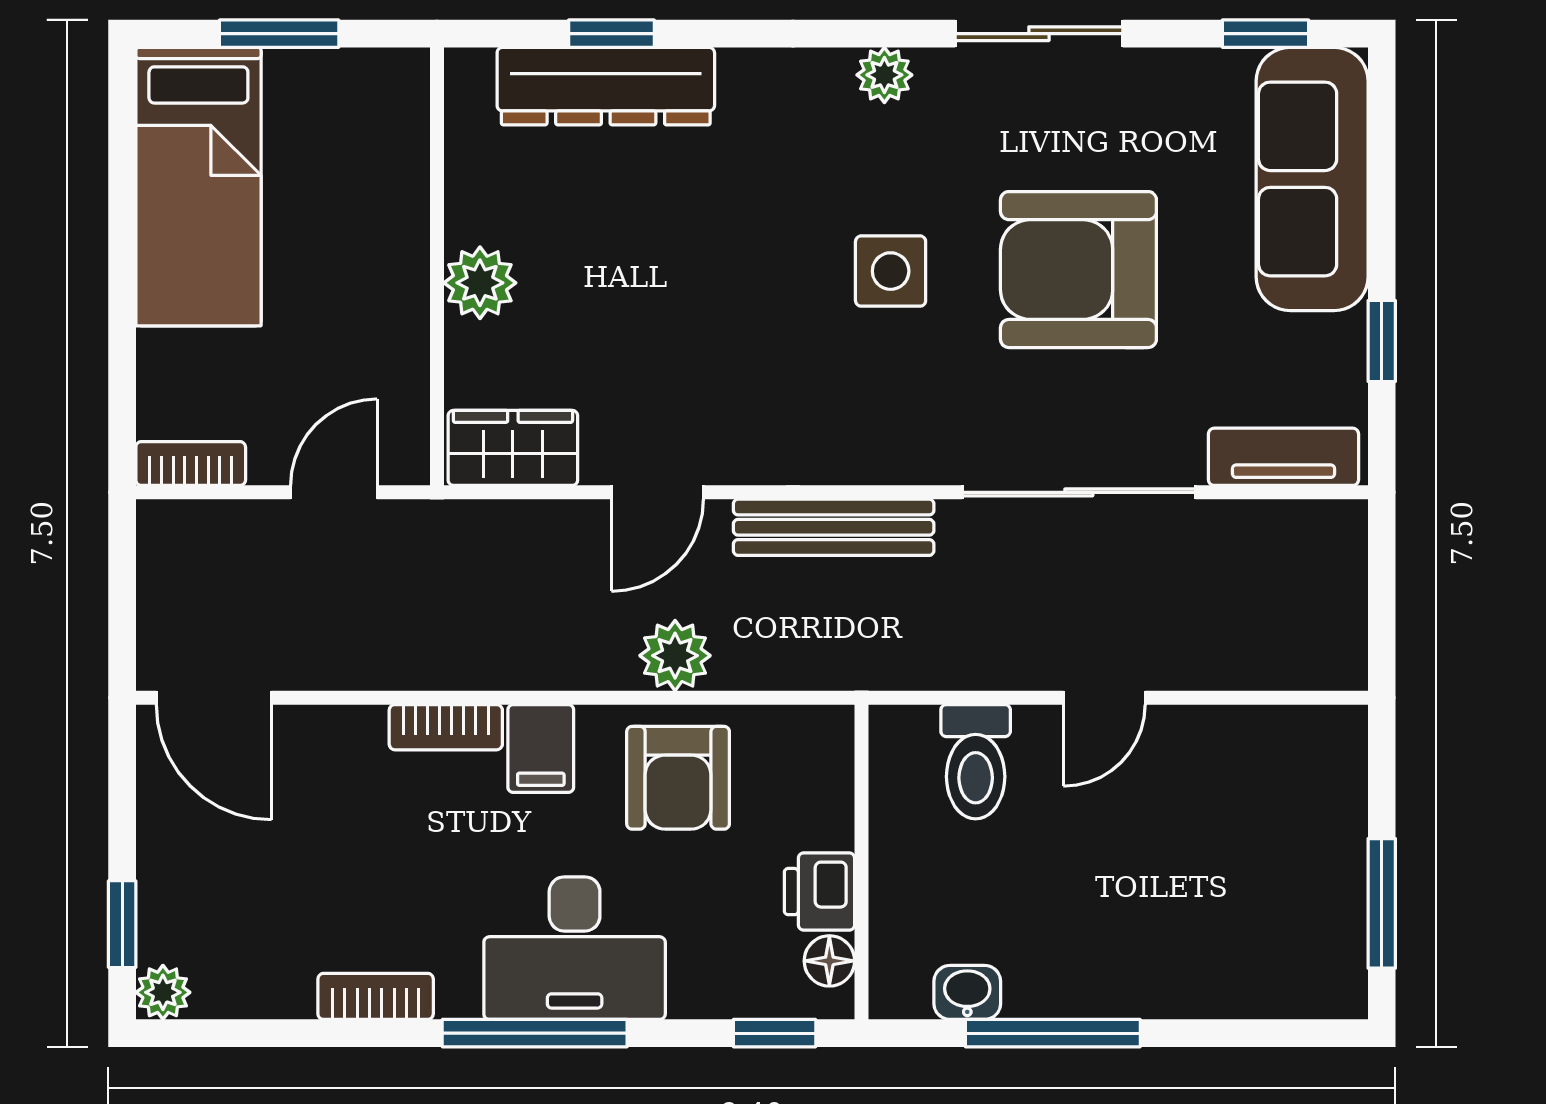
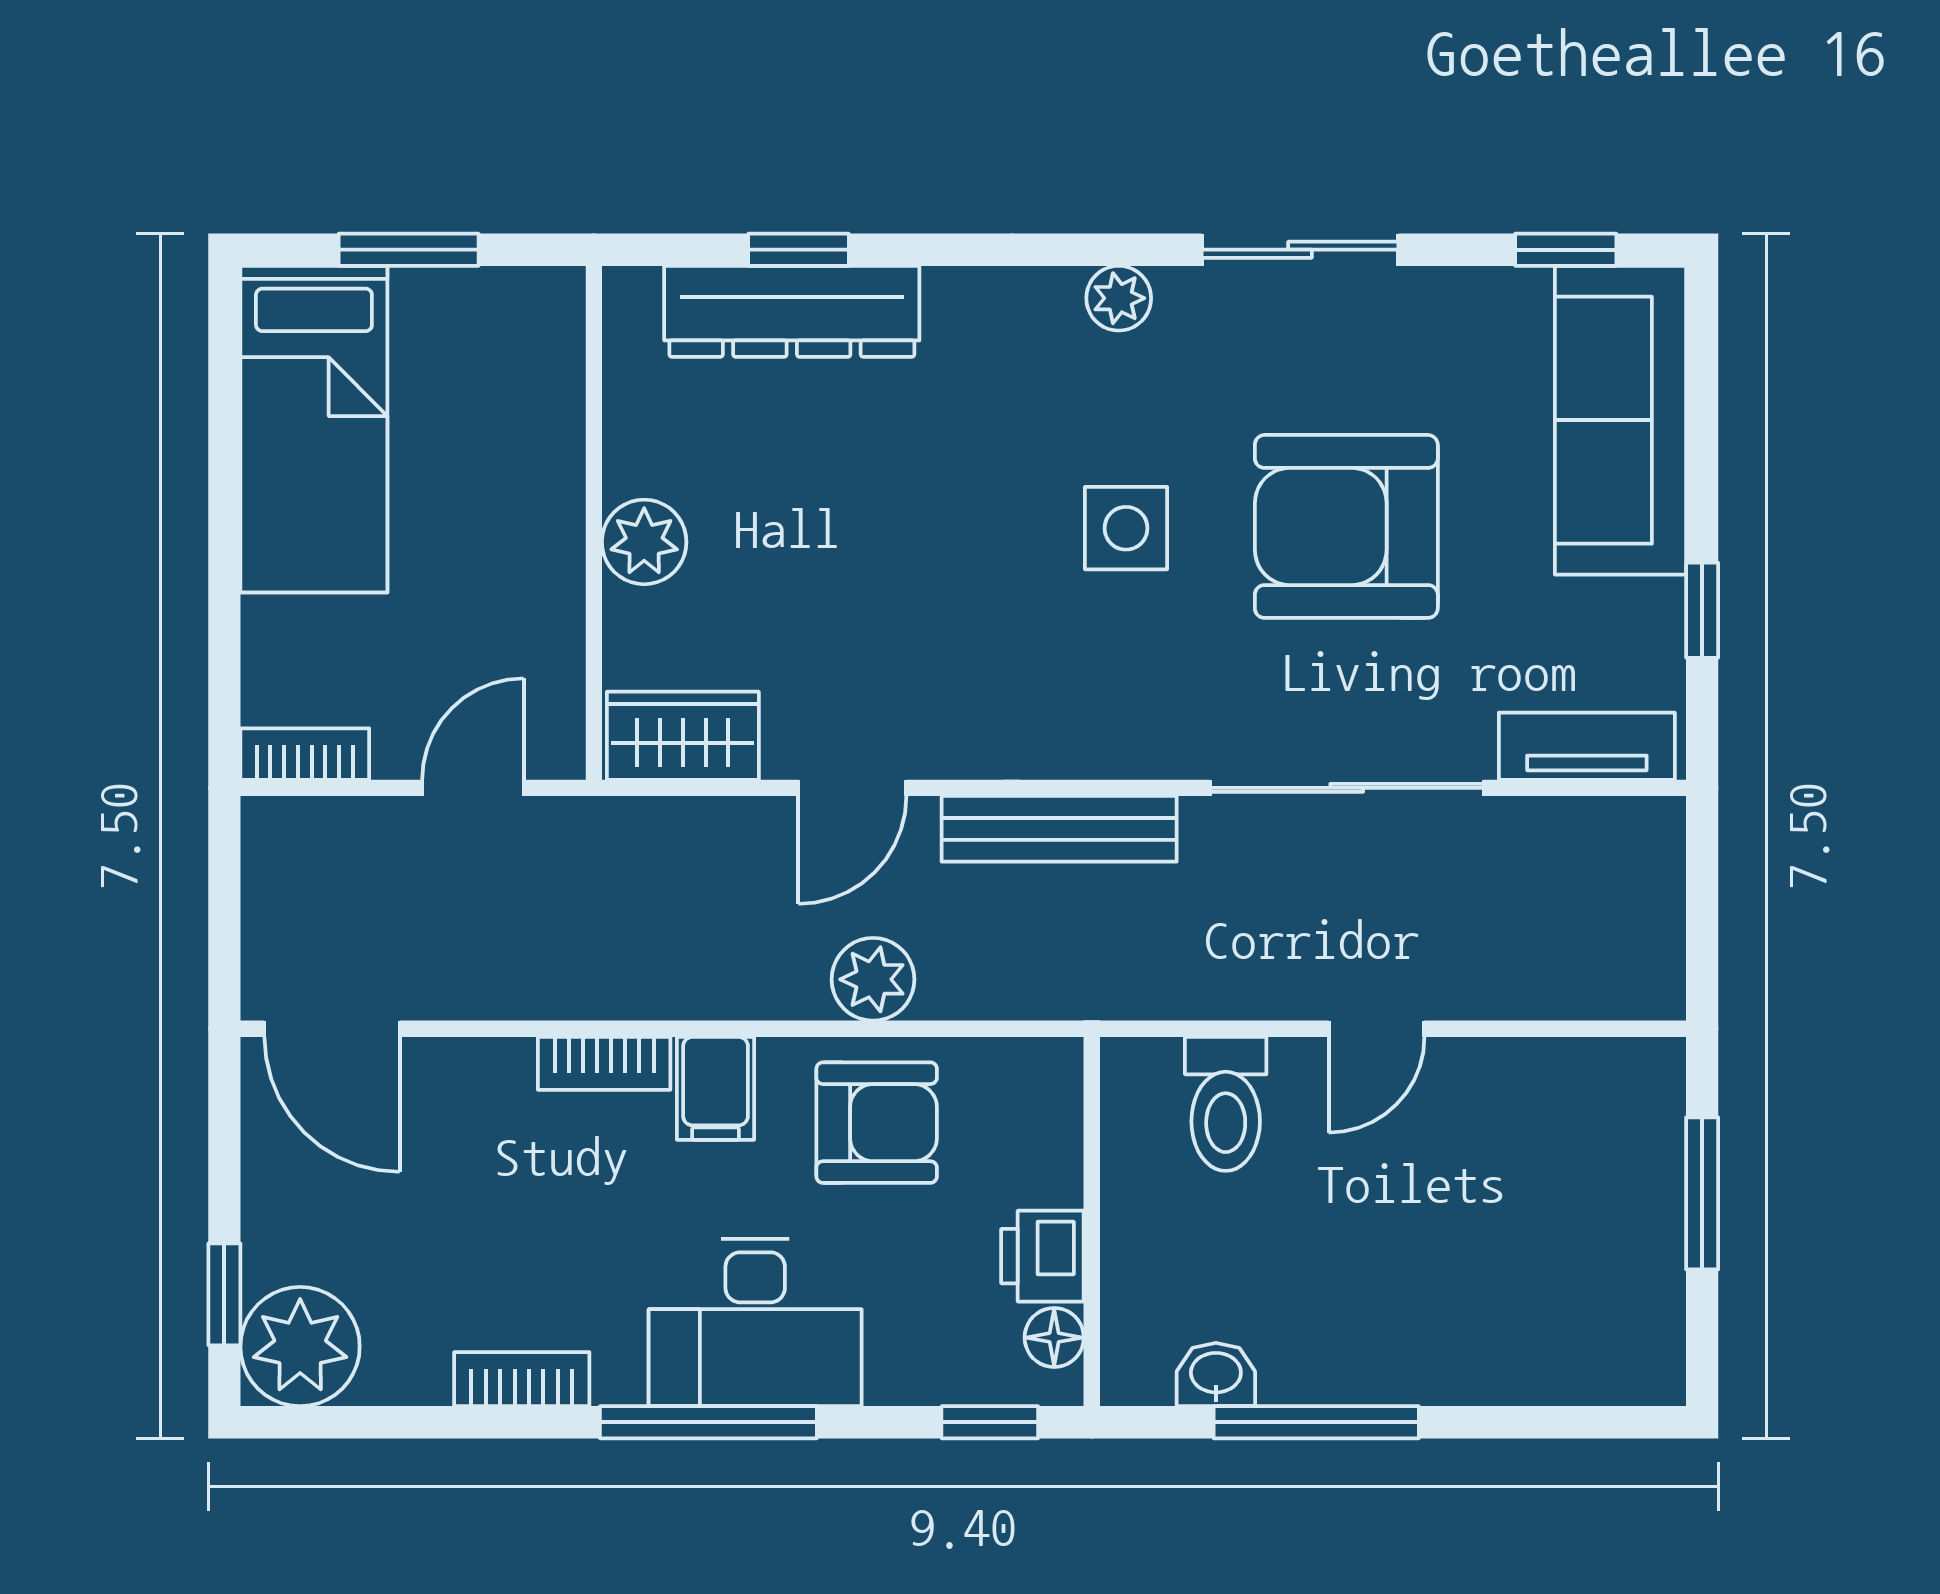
armchair: (678, 778) -> (877, 1123), turned -90
window: (1382, 903) -> (1702, 1193), moved
plant: (163, 992) -> (300, 1347), width x1.87, depth x1.87

